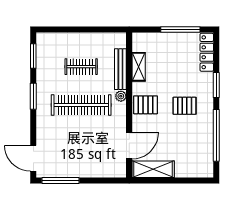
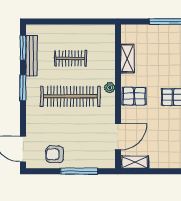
bench: (120, 69) -> (32, 56), moved
armchair: (65, 163) -> (55, 154), added
shelving: (153, 169) -> (135, 162), width x0.67, depth x0.75
window: (61, 180) -> (79, 171), moved

